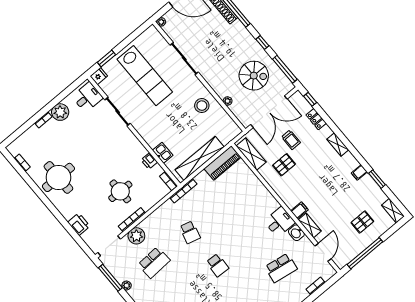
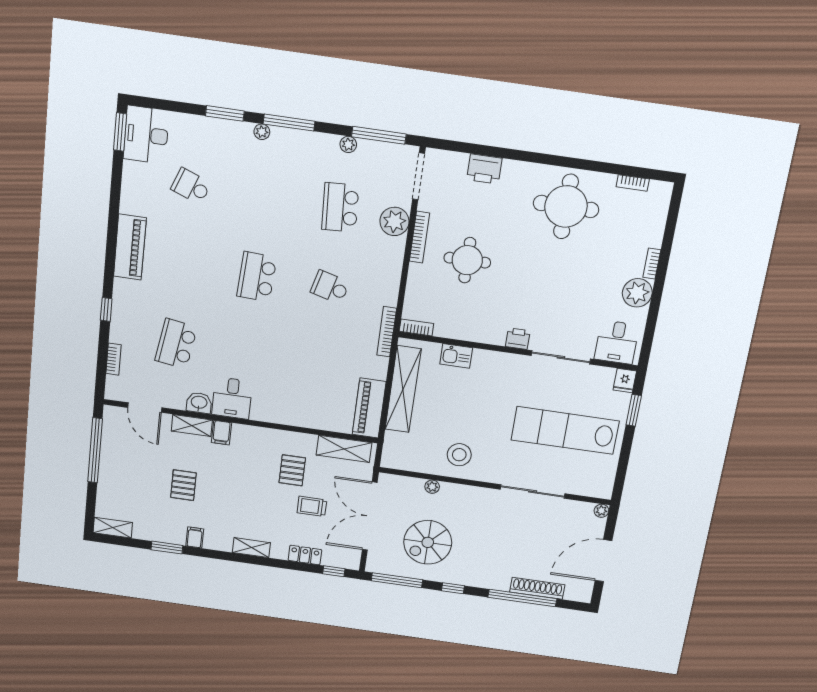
printer: (149, 161) -> (518, 339), moved
pallet: (362, 222) -> (183, 485), moved
school desk: (218, 265) -> (257, 277), width x1.85

